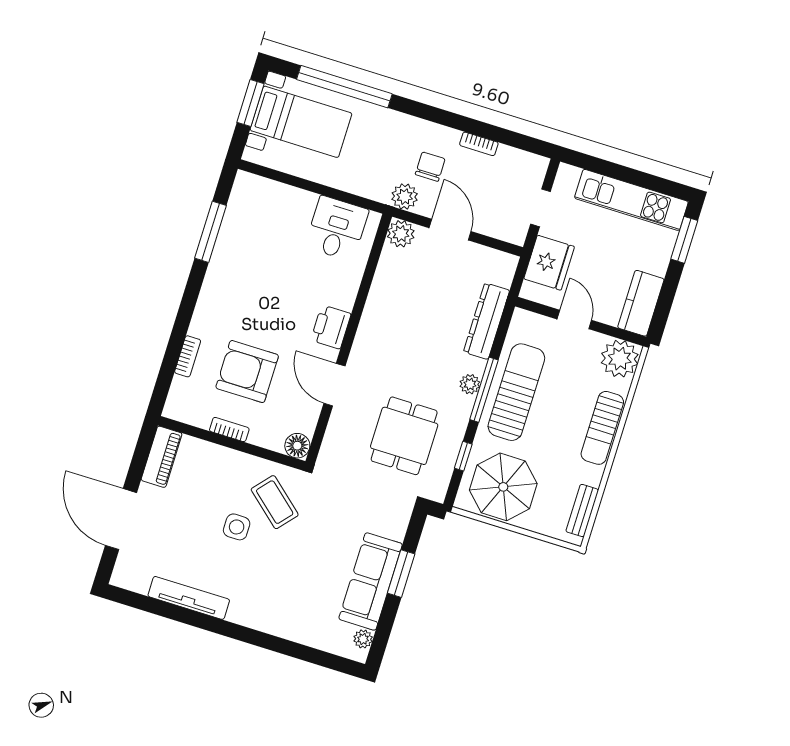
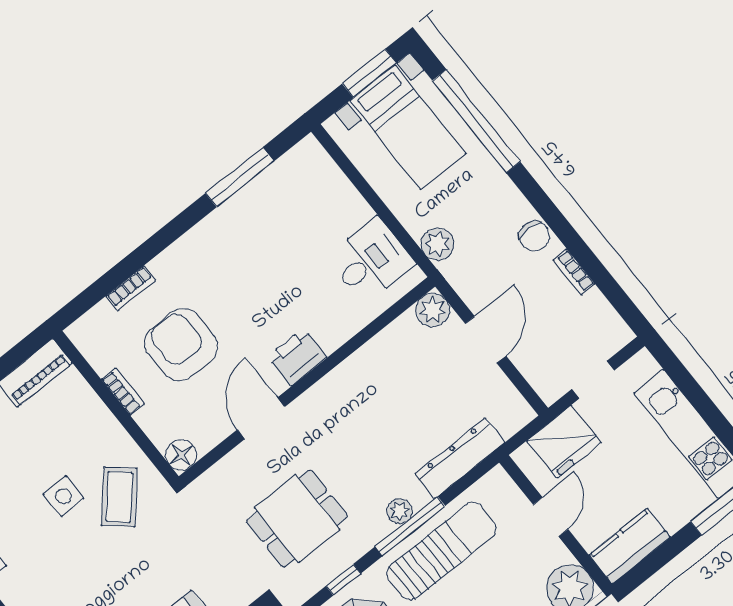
chair: (430, 167) -> (534, 236), moved, turned 90
plant: (405, 197) -> (438, 244), moved

